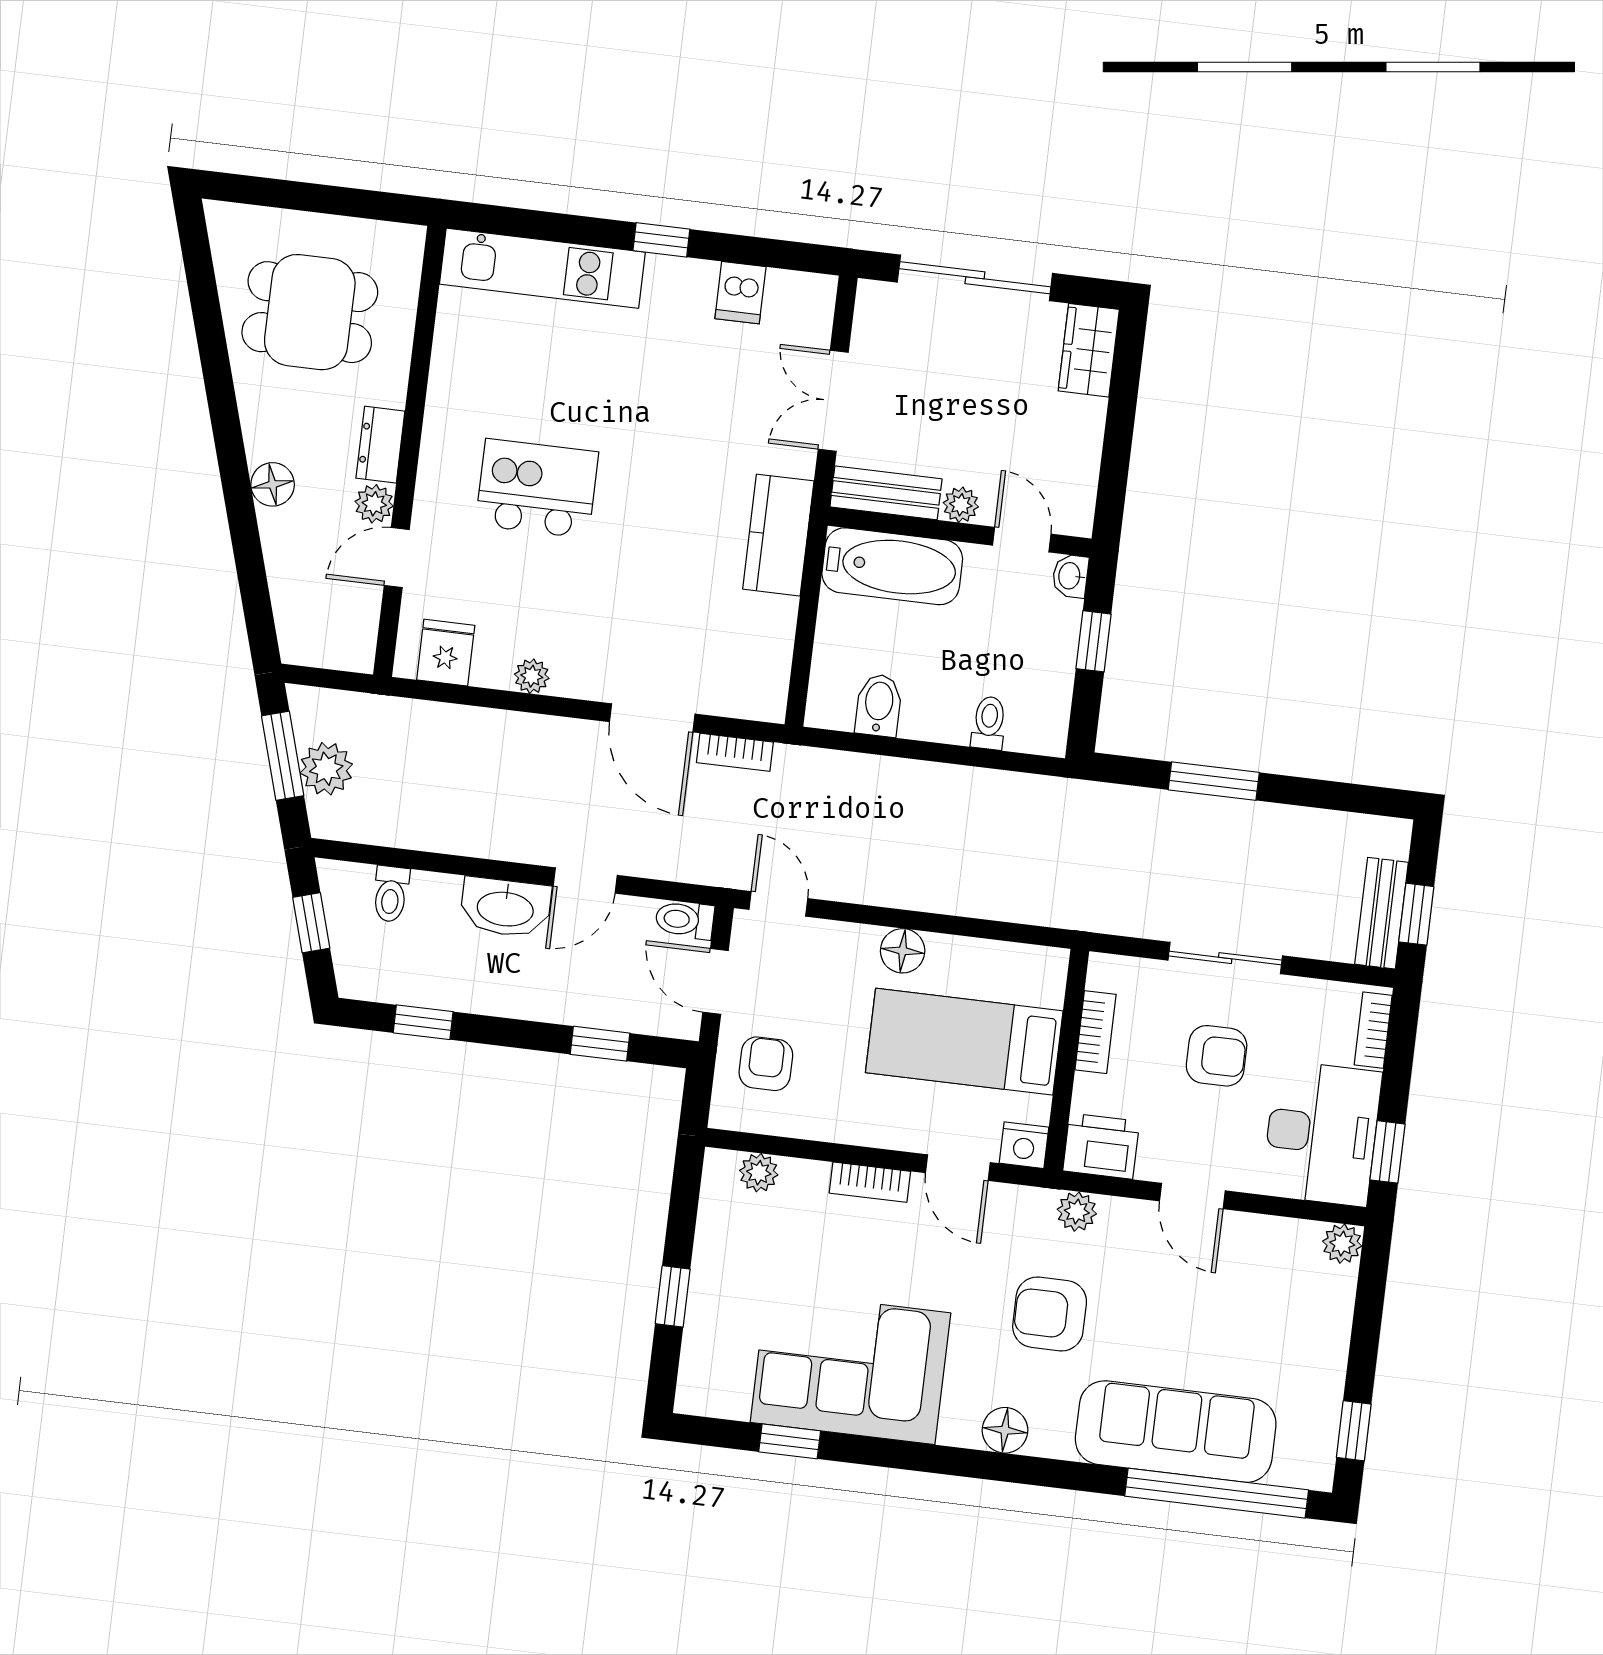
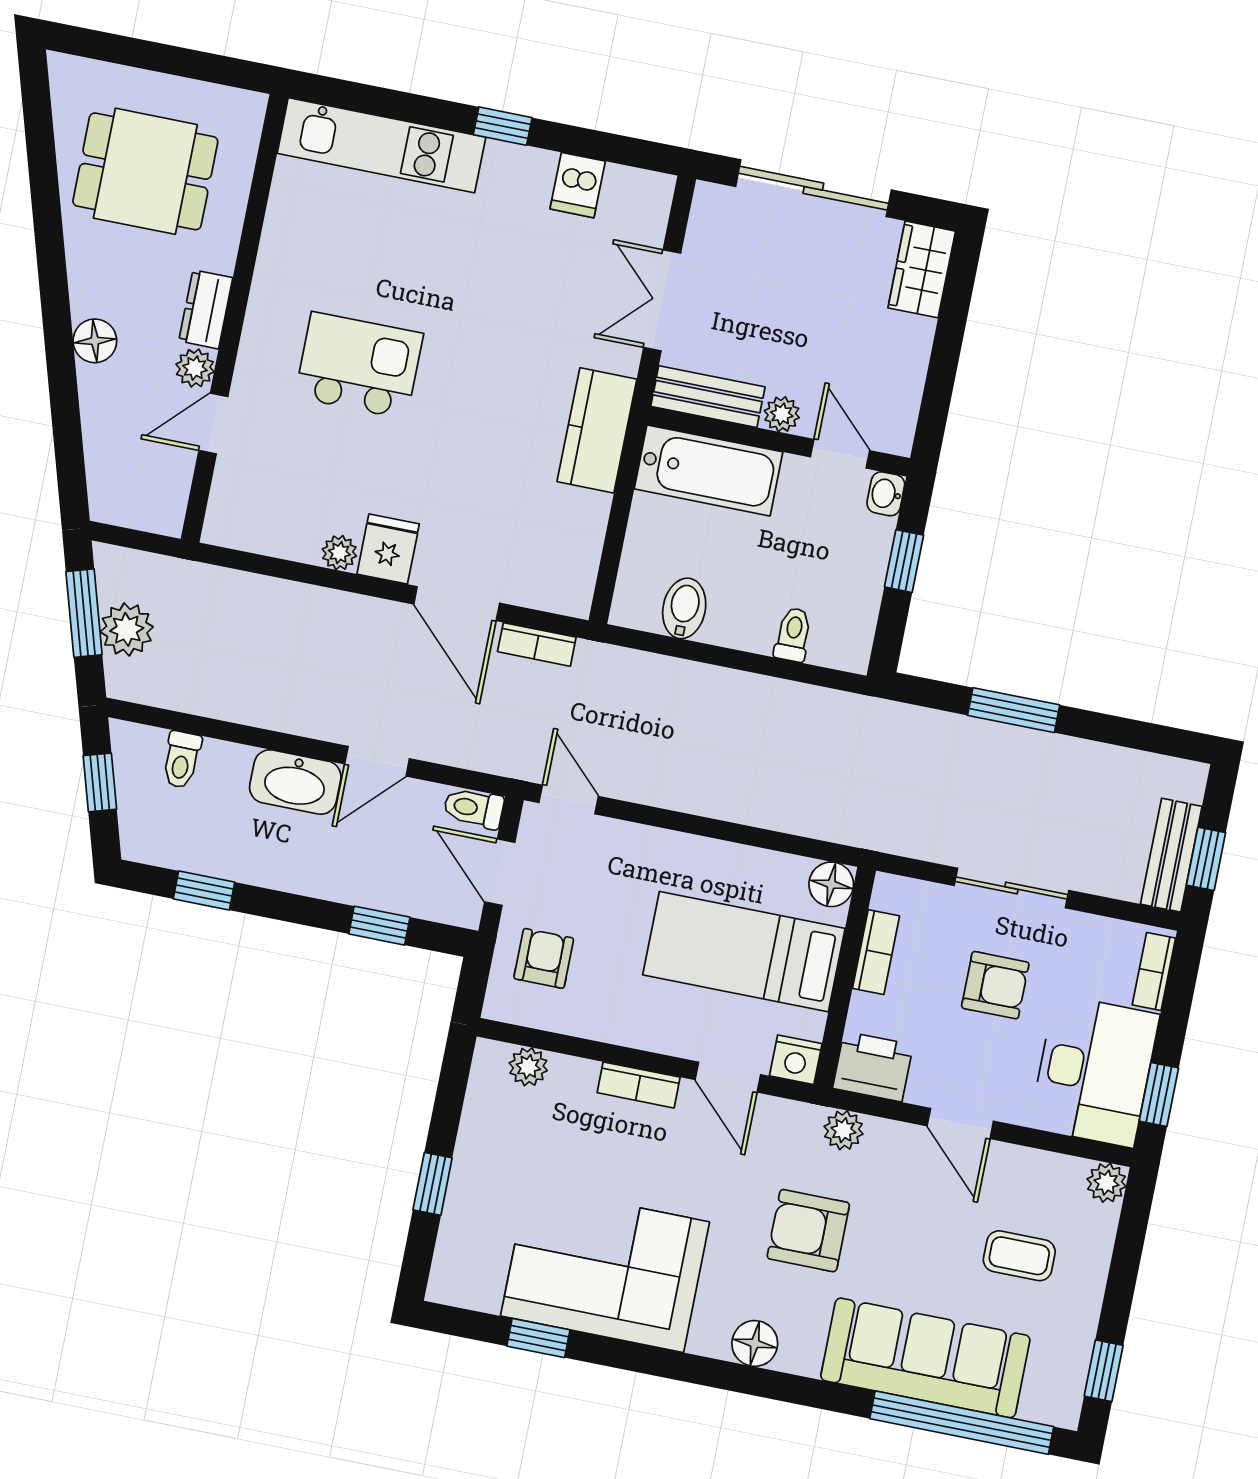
fridge: (446, 653) -> (388, 549), moved
floor lamp: (903, 951) -> (831, 884), moved
coffee table: (1261, 1323) -> (1019, 1256), added

